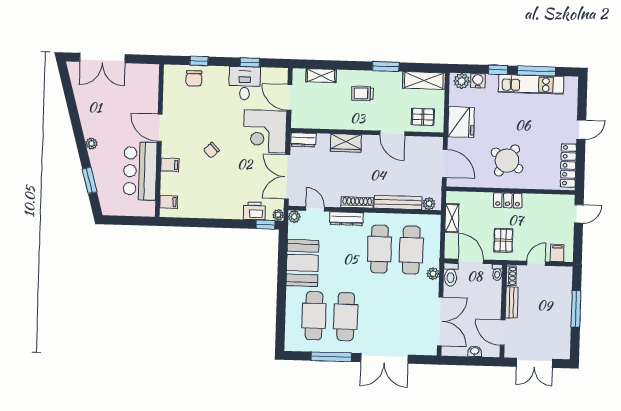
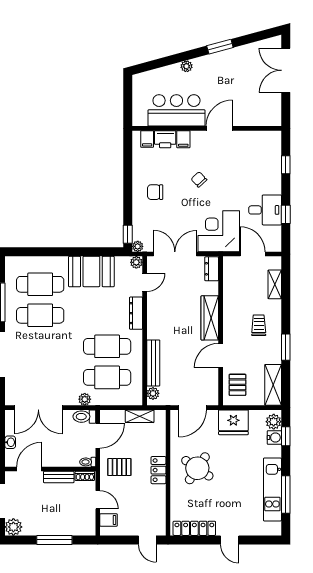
window: (498, 70) -> (286, 436), moved
chair: (194, 78) -> (155, 192), moved
door: (289, 97) -> (253, 254), hinge flipped
wardrobe: (346, 143) -> (210, 318), width x1.50
plant: (91, 144) -> (186, 66), moved
window: (90, 180) -> (220, 47), moved
shoe rack: (357, 202) -> (152, 323), removed
printer: (254, 211) -> (165, 139), moved, turned 90
plant: (561, 350) -> (13, 527), added

